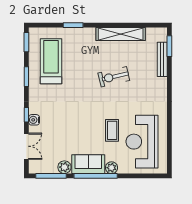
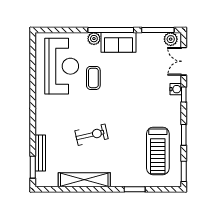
plant: (64, 167) -> (171, 39), moved

